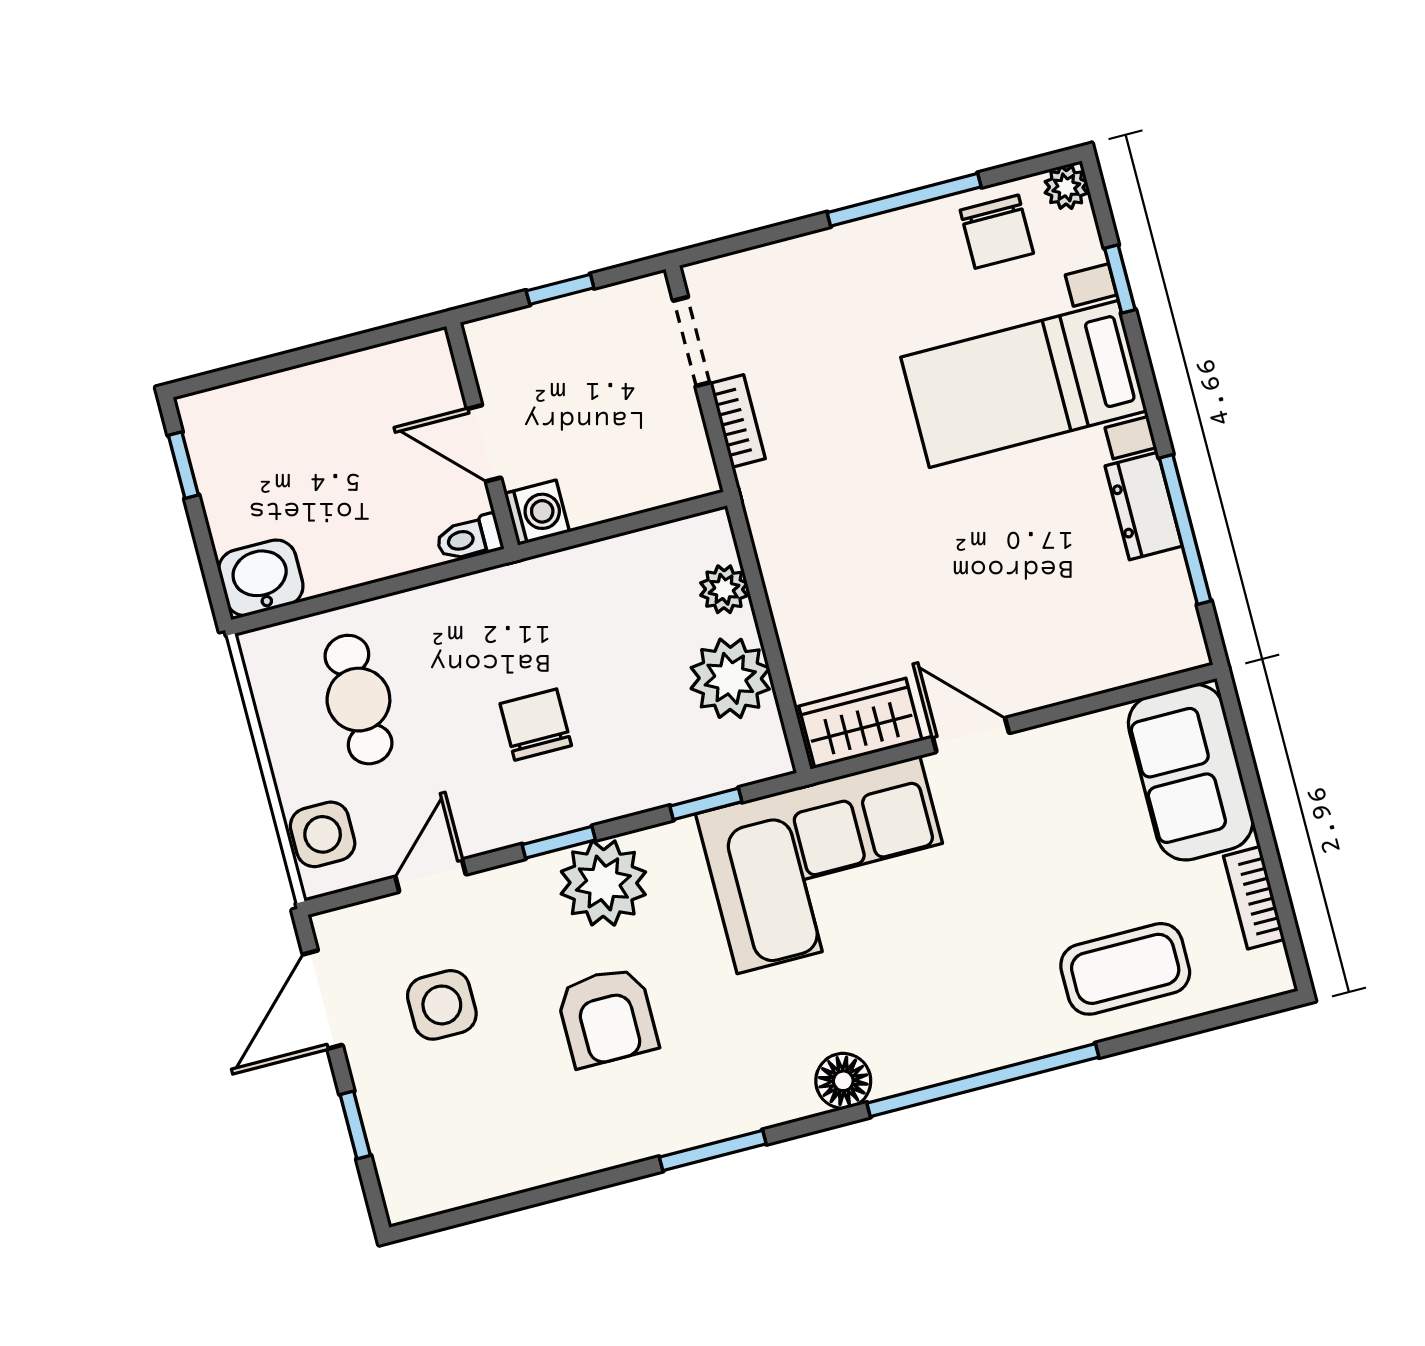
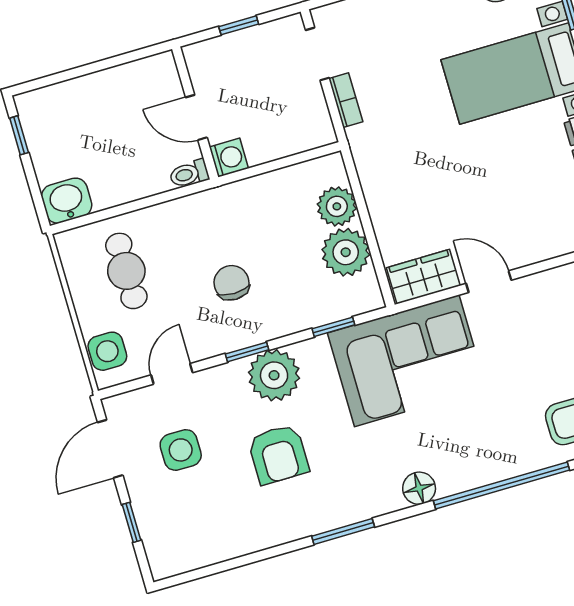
plant: (724, 589) -> (337, 206), width x1.38, depth x1.38

